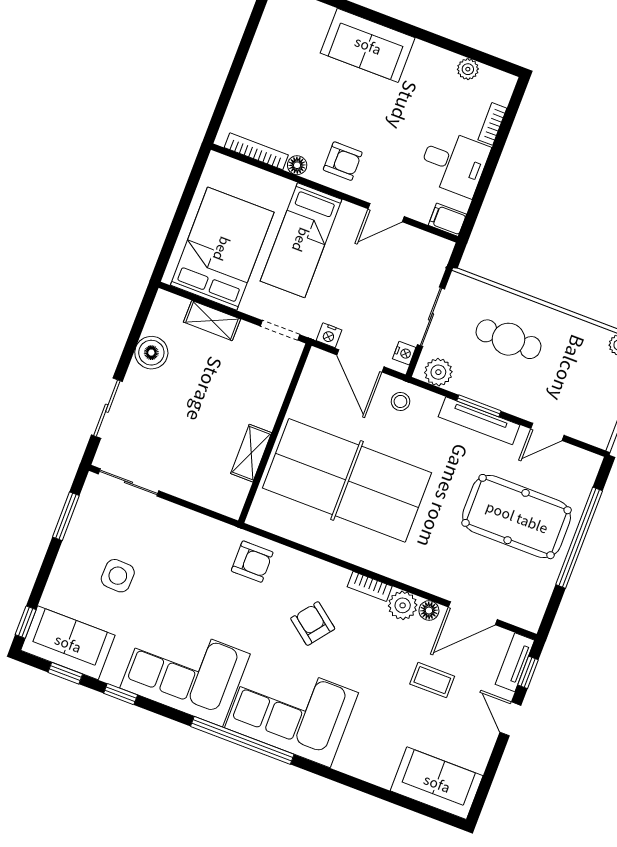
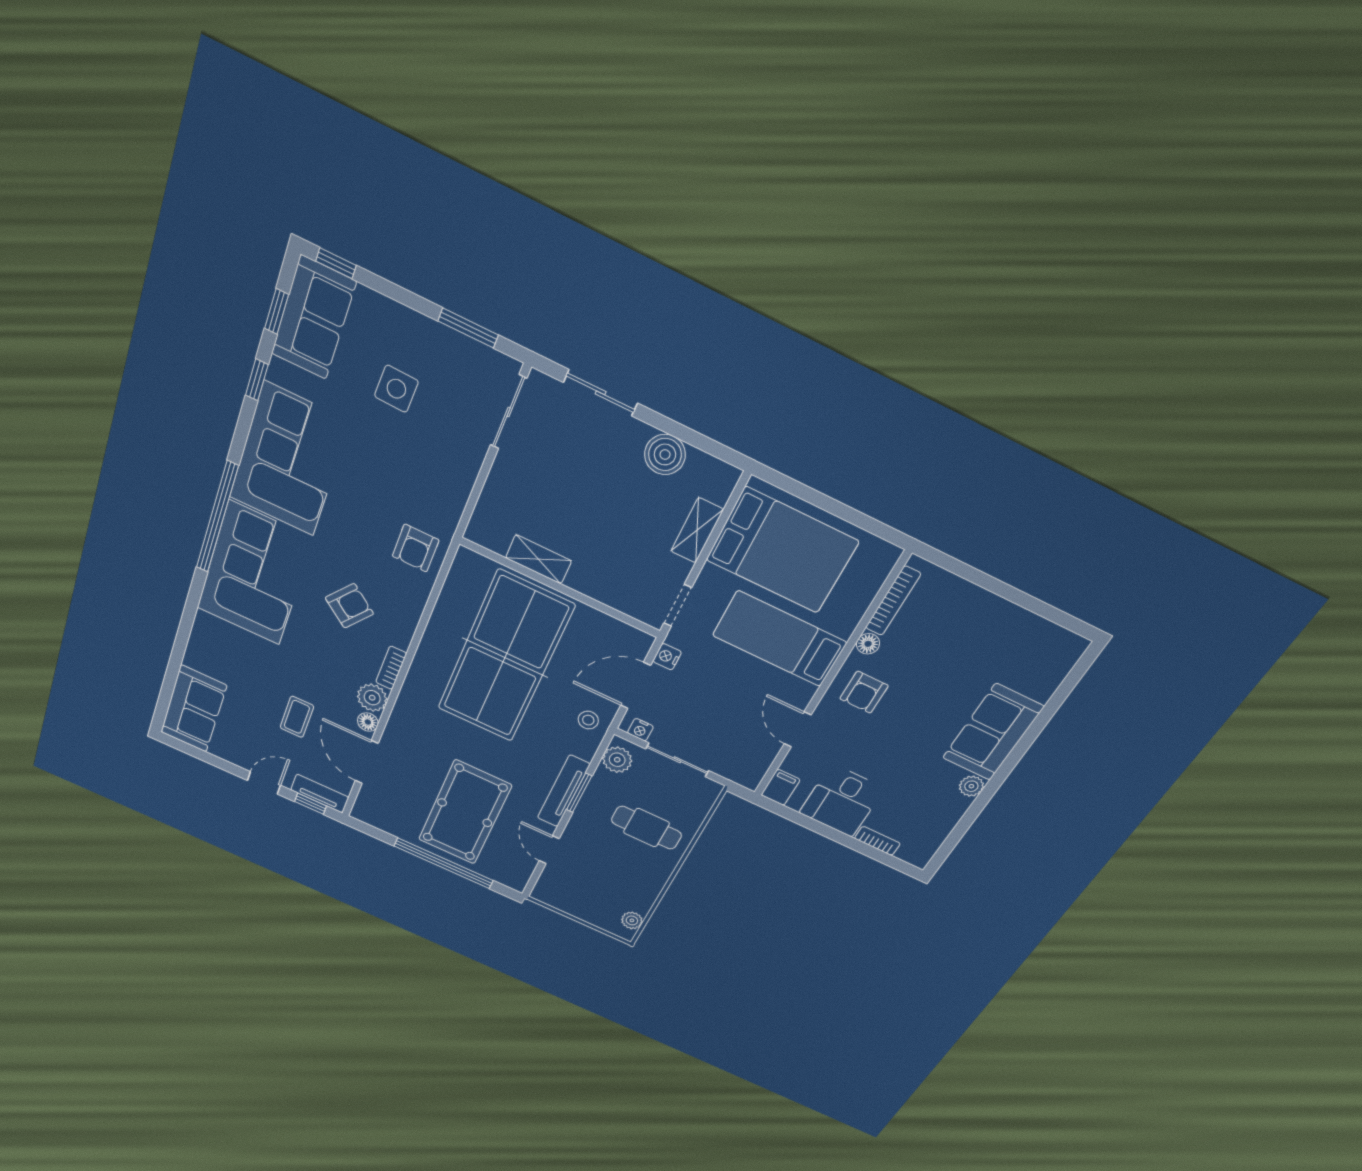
plant: (468, 69) -> (971, 786), moved
cafe table: (509, 339) -> (646, 828), turned 90

